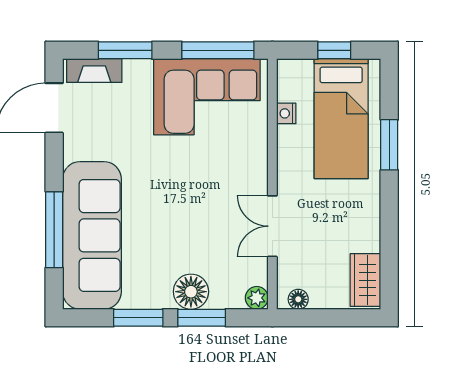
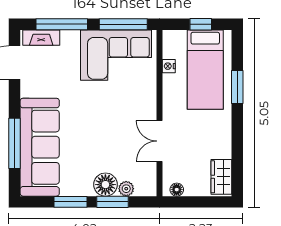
window: (125, 50) -> (62, 24), width x1.44
plant: (257, 298) -> (126, 189), moved

